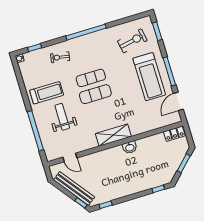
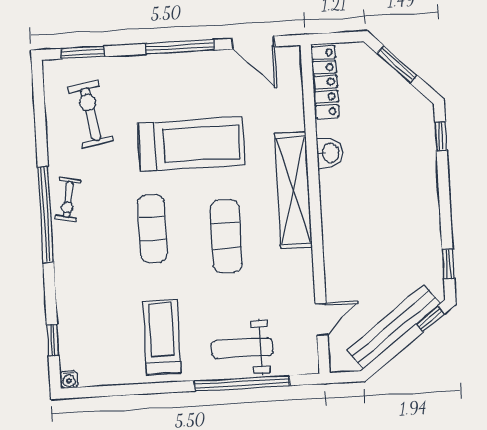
exercise bike: (60, 57) -> (68, 200), moved
treadmill: (149, 77) -> (191, 144), moved
exercise mat: (95, 94) -> (226, 236), moved
weight bench: (62, 117) -> (242, 348), moved
locker: (174, 134) -> (325, 82), width x1.53
shelving: (113, 135) -> (293, 190), width x1.47
washbasin: (130, 147) -> (330, 153), moved

